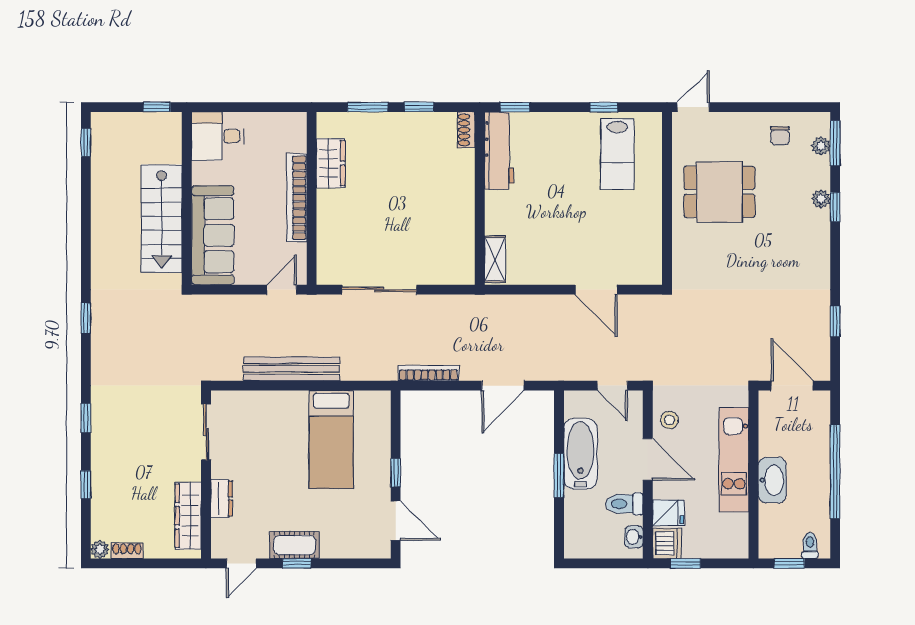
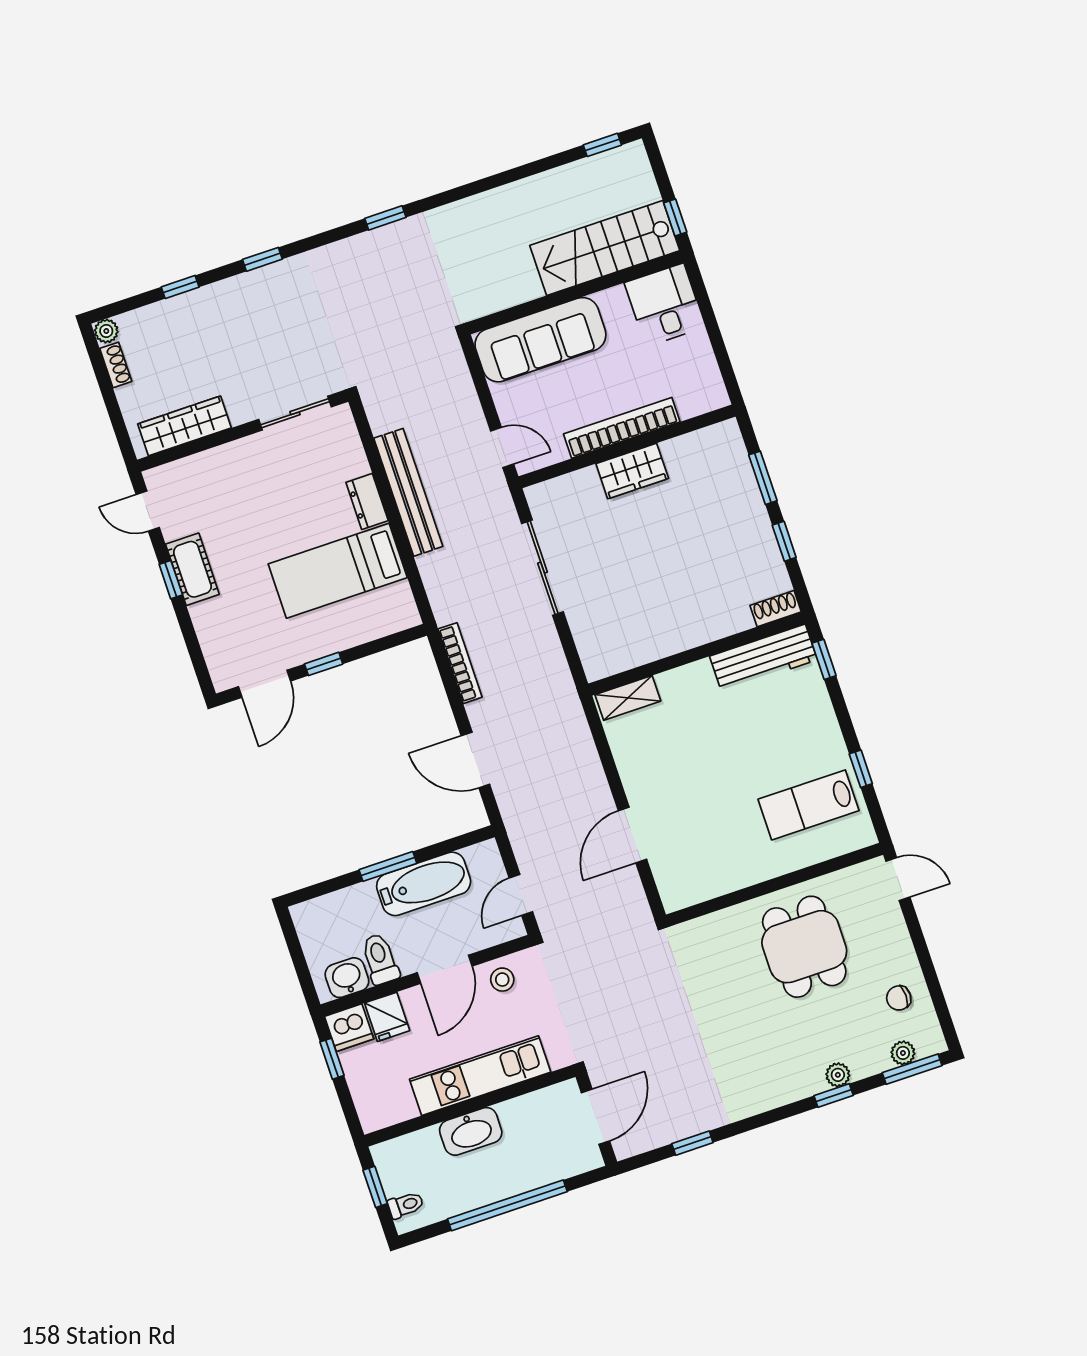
wardrobe: (331, 163) -> (632, 471), moved
stairs: (162, 219) -> (605, 248), moved
dresser: (222, 498) -> (367, 502), moved, turned 90
washbasin: (634, 537) -> (347, 978), width x1.38, depth x1.45

